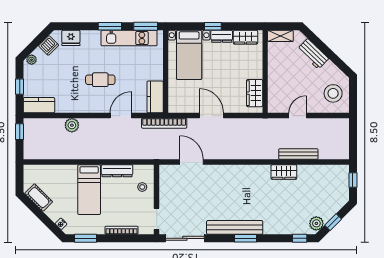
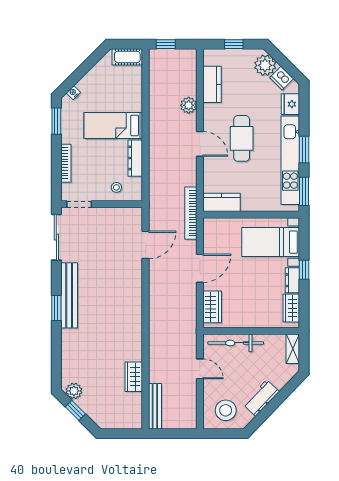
kitchen unit: (129, 38) -> (290, 160), width x1.36
workbench: (313, 54) -> (261, 398), moved
plant: (32, 60) -> (265, 65), width x1.88, depth x1.88
cafe table: (100, 80) -> (242, 138), width x1.37, depth x1.35
bicycle: (275, 85) -> (236, 343), added
wardrobe: (255, 93) -> (212, 307), moved, turned 90
kitchen counter: (39, 105) -> (212, 84), moved
door: (121, 116) -> (200, 144), moved
window: (20, 132) -> (166, 44), moved
bench: (298, 154) -> (155, 406), moved
wardrobe: (284, 172) -> (134, 377), moved
window: (353, 180) -> (125, 434), removed
cot: (39, 198) -> (127, 57), moved, turned 45
window: (300, 238) -> (56, 371), removed

